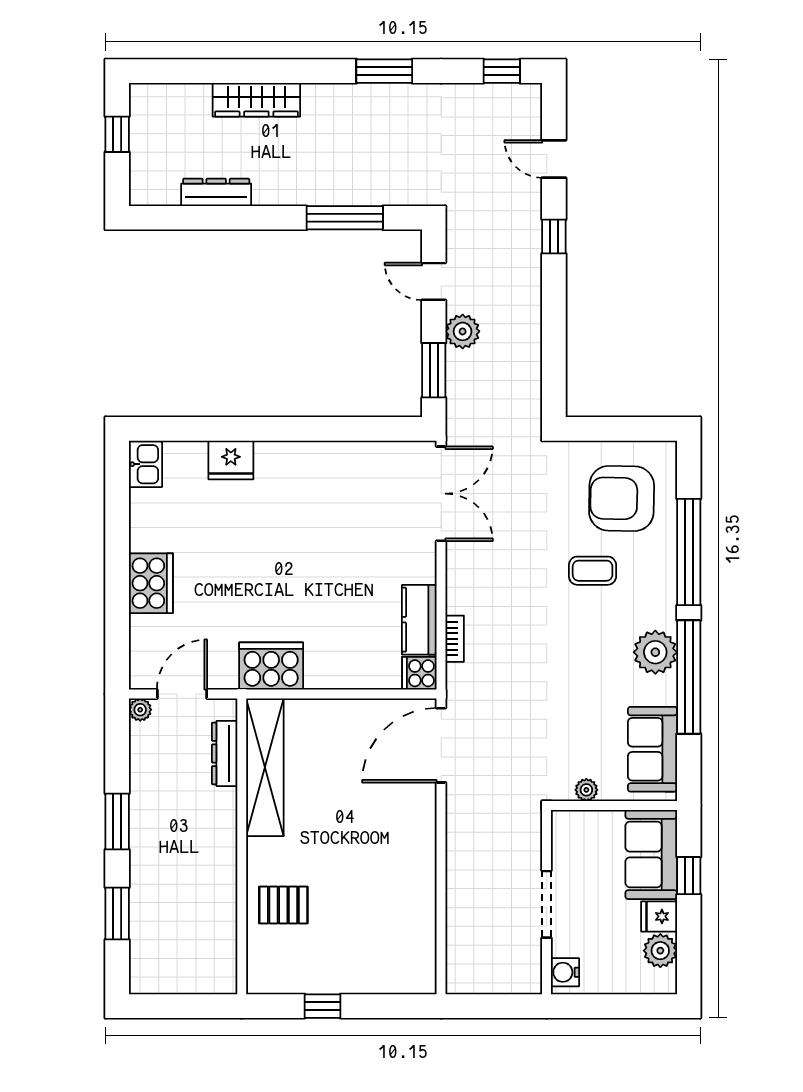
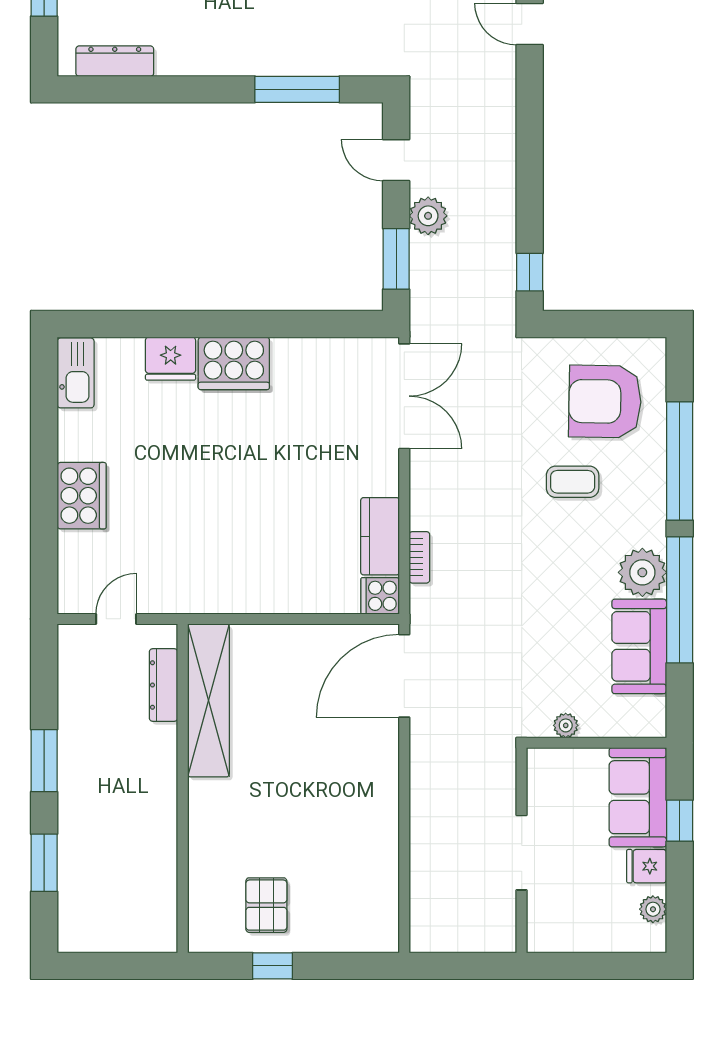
dresser: (216, 192) -> (115, 61), moved
window: (554, 236) -> (530, 272), moved
kitchen sink: (145, 464) -> (76, 373), width x1.38
cooker: (271, 666) -> (234, 363), moved, turned 180
door: (182, 694) -> (116, 619), width x0.73
plant: (140, 710) -> (70, 636), removed
sofa: (652, 749) -> (639, 646), moved
pallet: (283, 905) -> (266, 905), moved, turned 90
plant: (660, 951) -> (653, 909), width x0.73, depth x0.73
water cooler: (565, 972) -> (542, 928), removed

